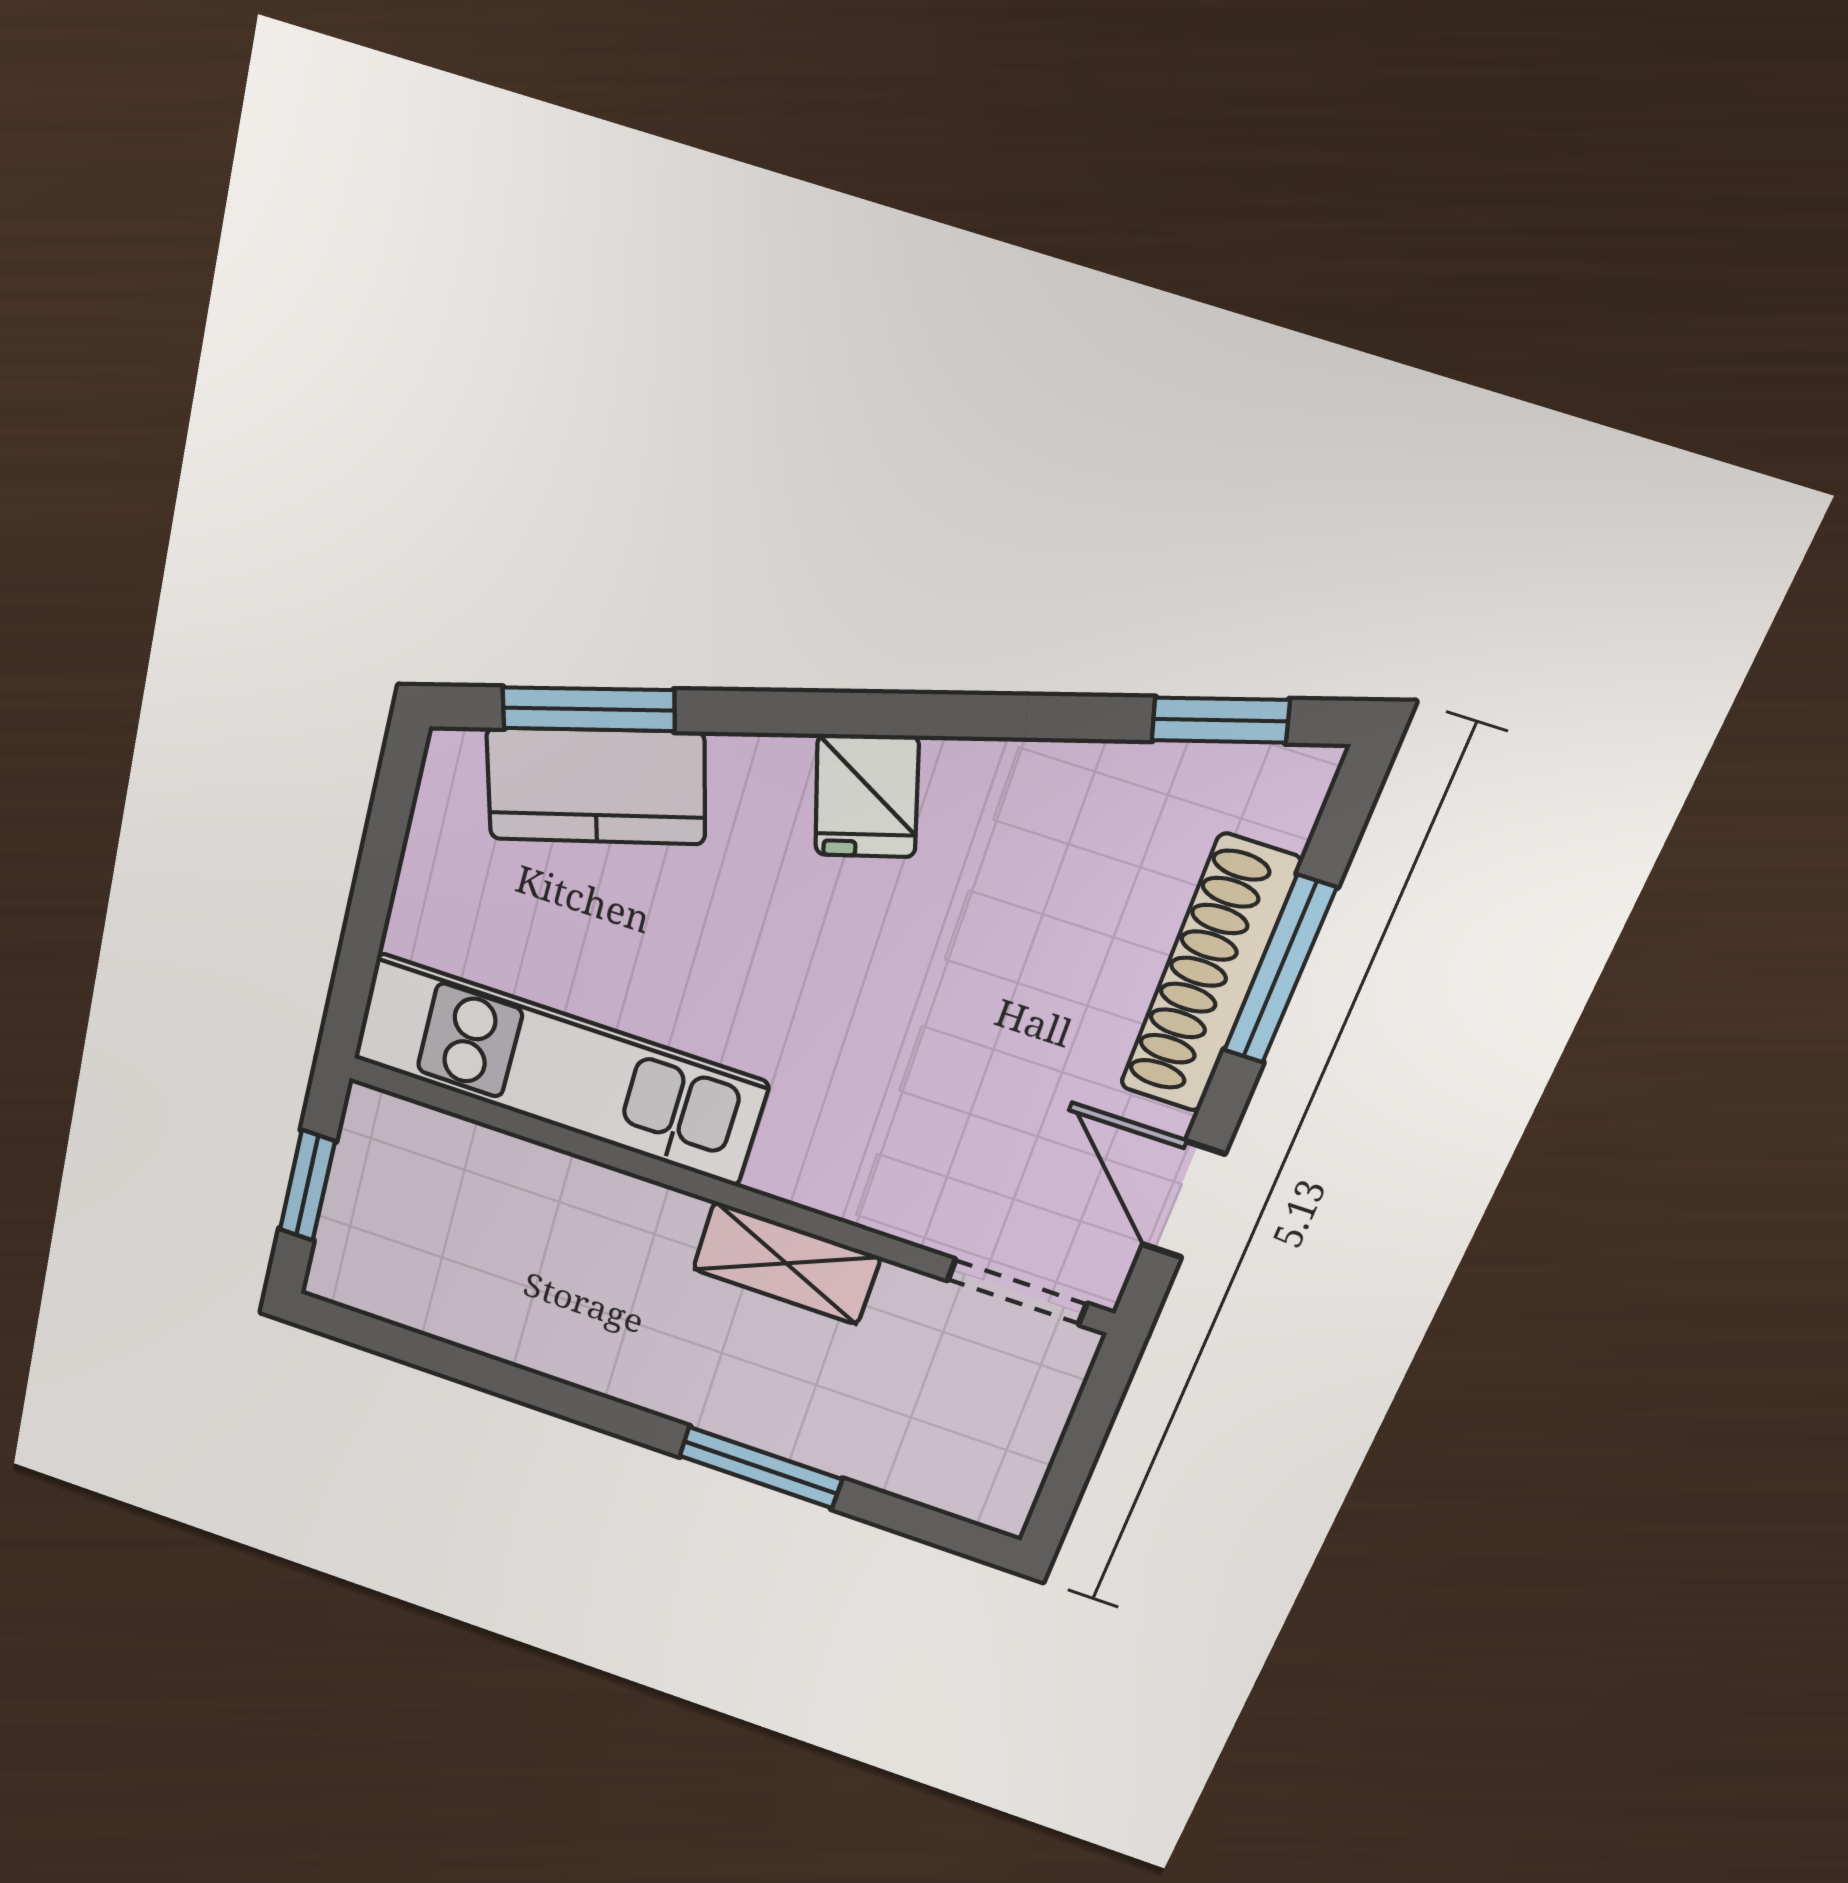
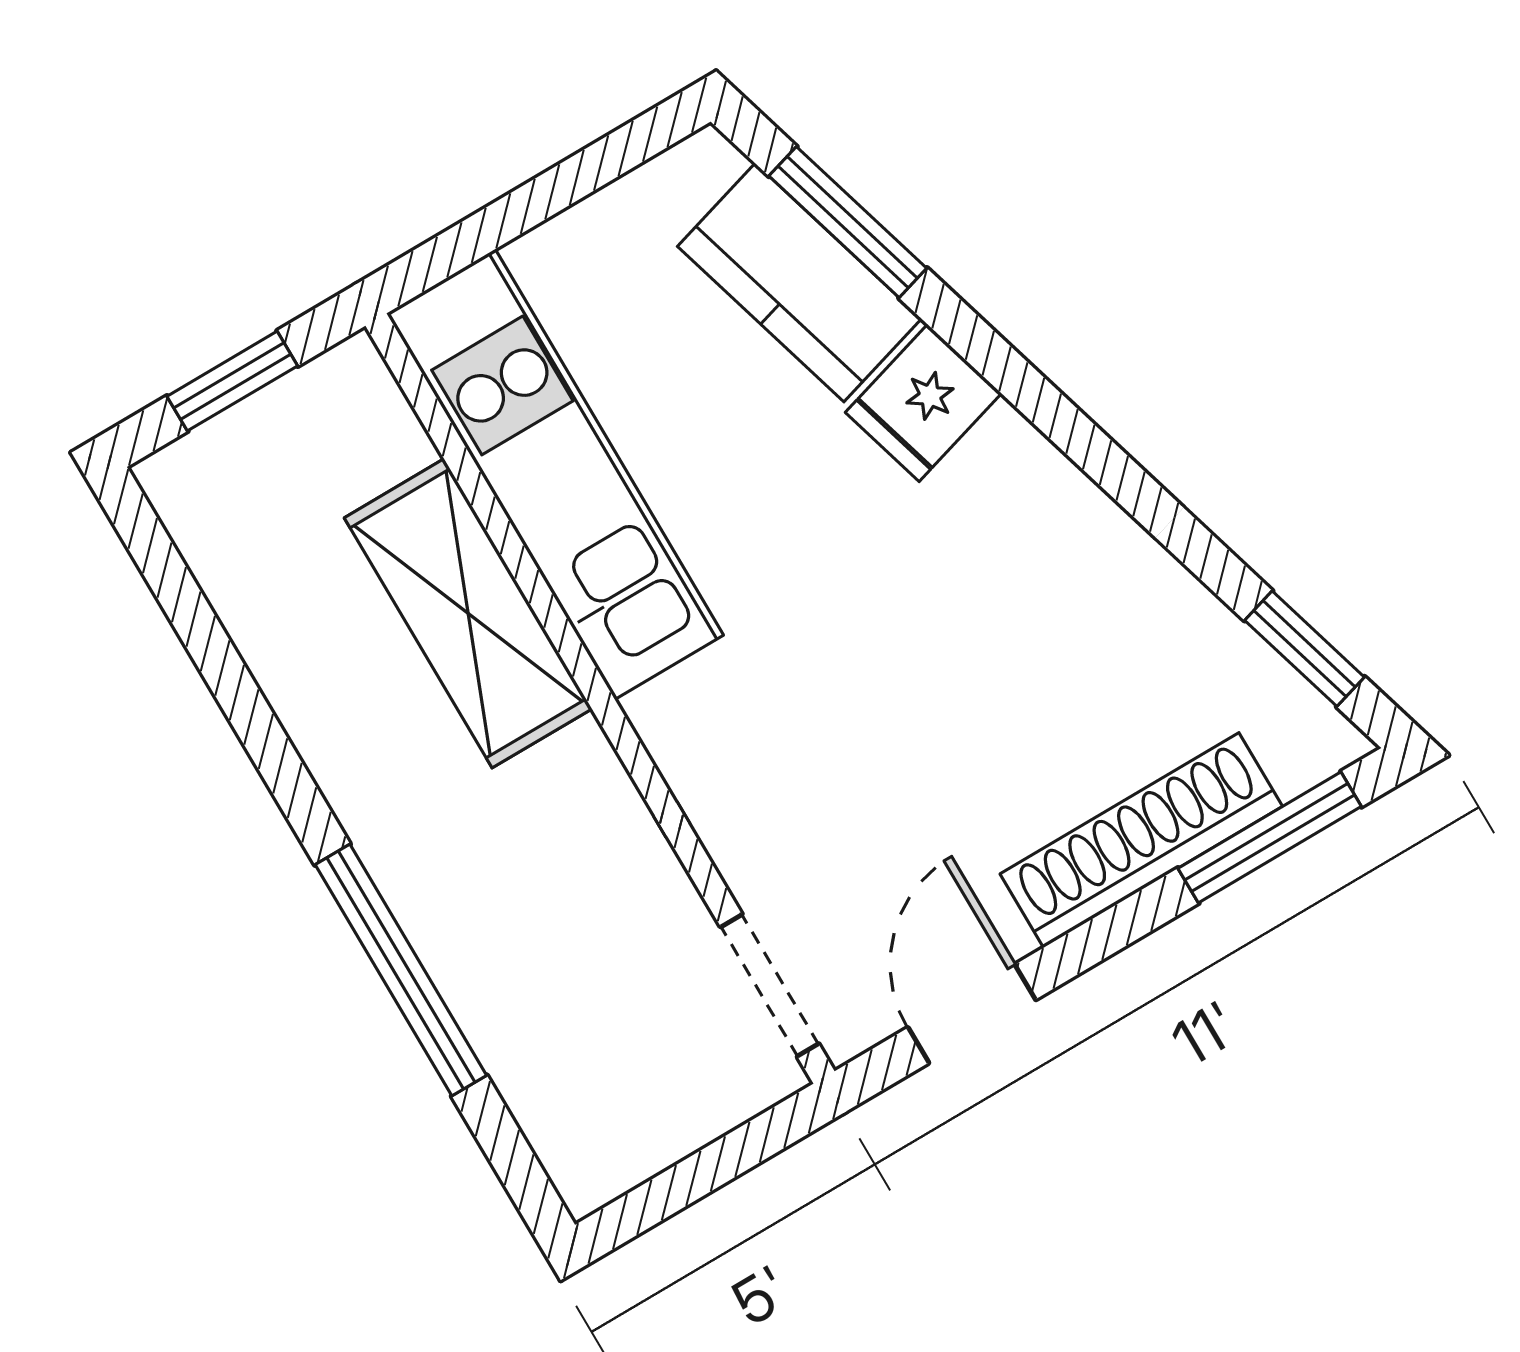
fridge: (867, 796) -> (923, 403), moved
window: (1280, 970) -> (1270, 837), moved
shelving: (786, 1263) -> (468, 613), moved, width x1.50, depth x1.33
window: (761, 1468) -> (401, 970), width x1.44

